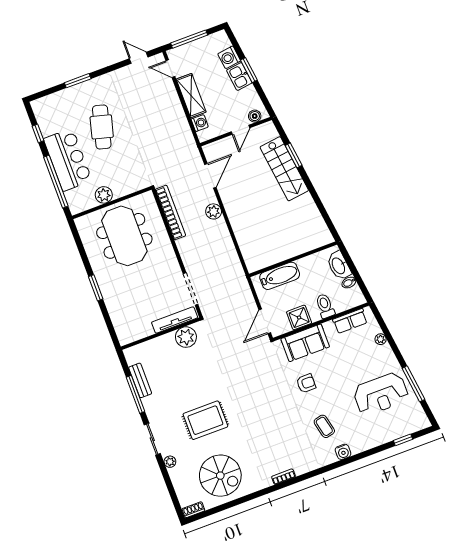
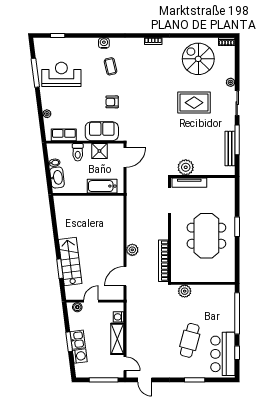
bar counter: (68, 160) -> (223, 354), moved
plant: (104, 195) -> (185, 291), moved
meeting table: (124, 236) -> (206, 236), moved
bench: (140, 380) -> (230, 148), width x1.36

